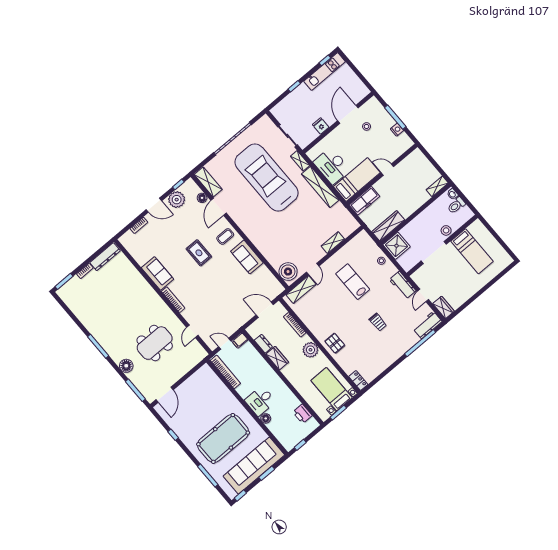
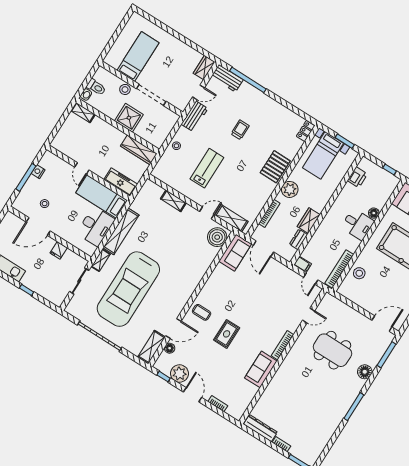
shower: (397, 246) -> (129, 118), moved
sofa: (247, 257) -> (235, 253), moved
lab bench: (353, 282) -> (207, 168), turned 180
pallet: (335, 343) -> (275, 167), width x1.50, depth x1.42
stool: (216, 389) -> (359, 273), added

